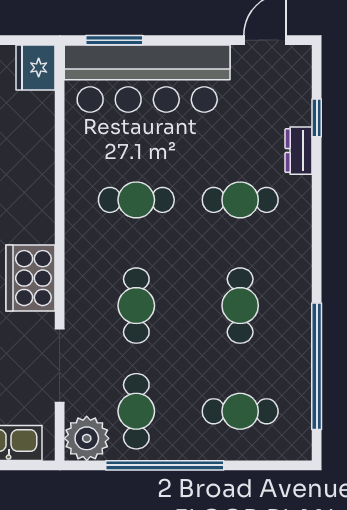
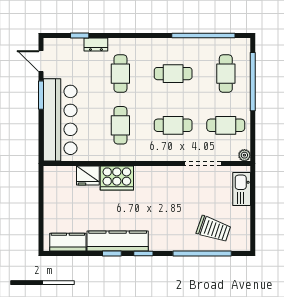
window: (114, 40) -> (41, 95), moved
fridge: (36, 68) -> (88, 175), moved
cooker: (31, 278) -> (117, 178), moved
plant: (87, 438) -> (244, 155), width x0.53, depth x0.53
window: (165, 465) -> (253, 82), moved

